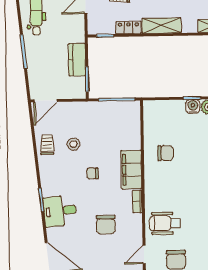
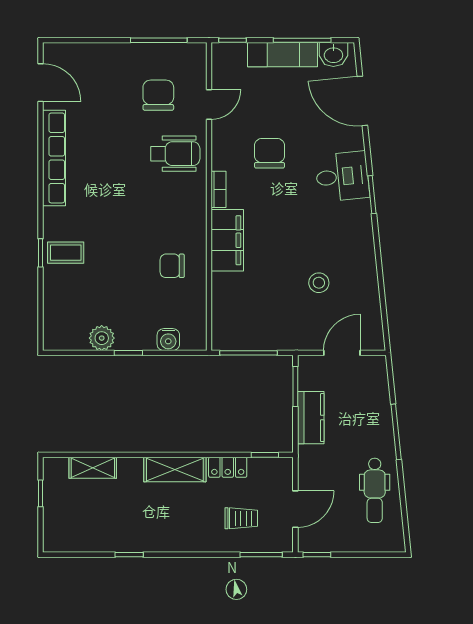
door: (46, 101) -> (342, 353), moved
water cooler: (193, 106) -> (168, 340), moved
trolley: (47, 144) -> (361, 283), removed
chair: (93, 173) -> (289, 235), removed

